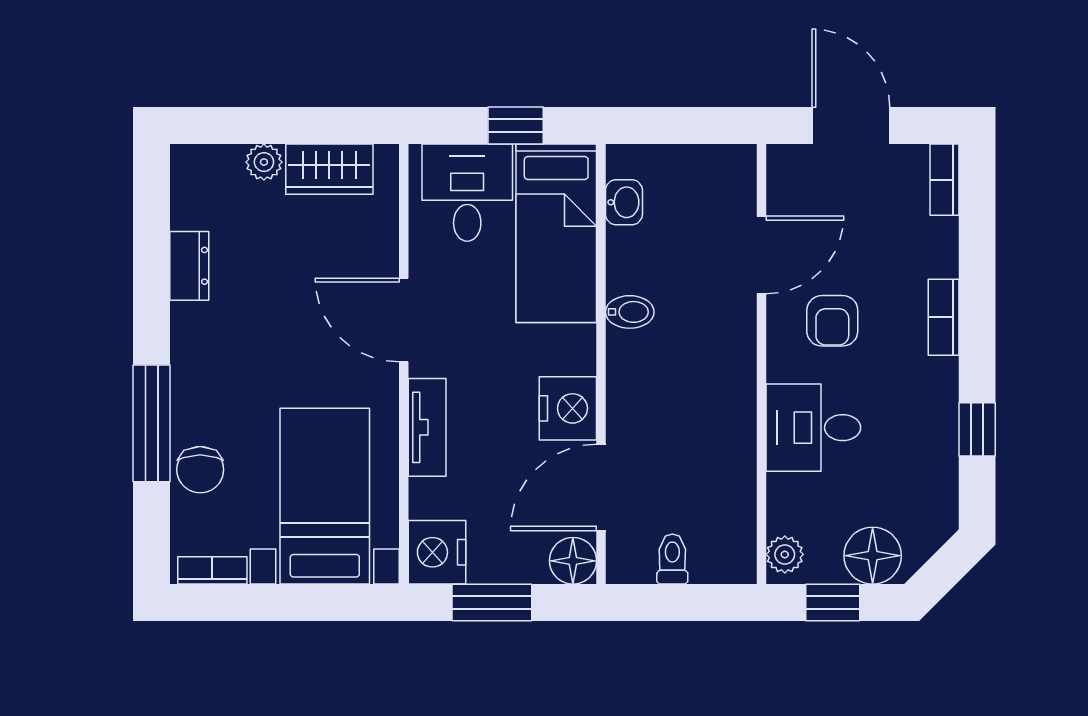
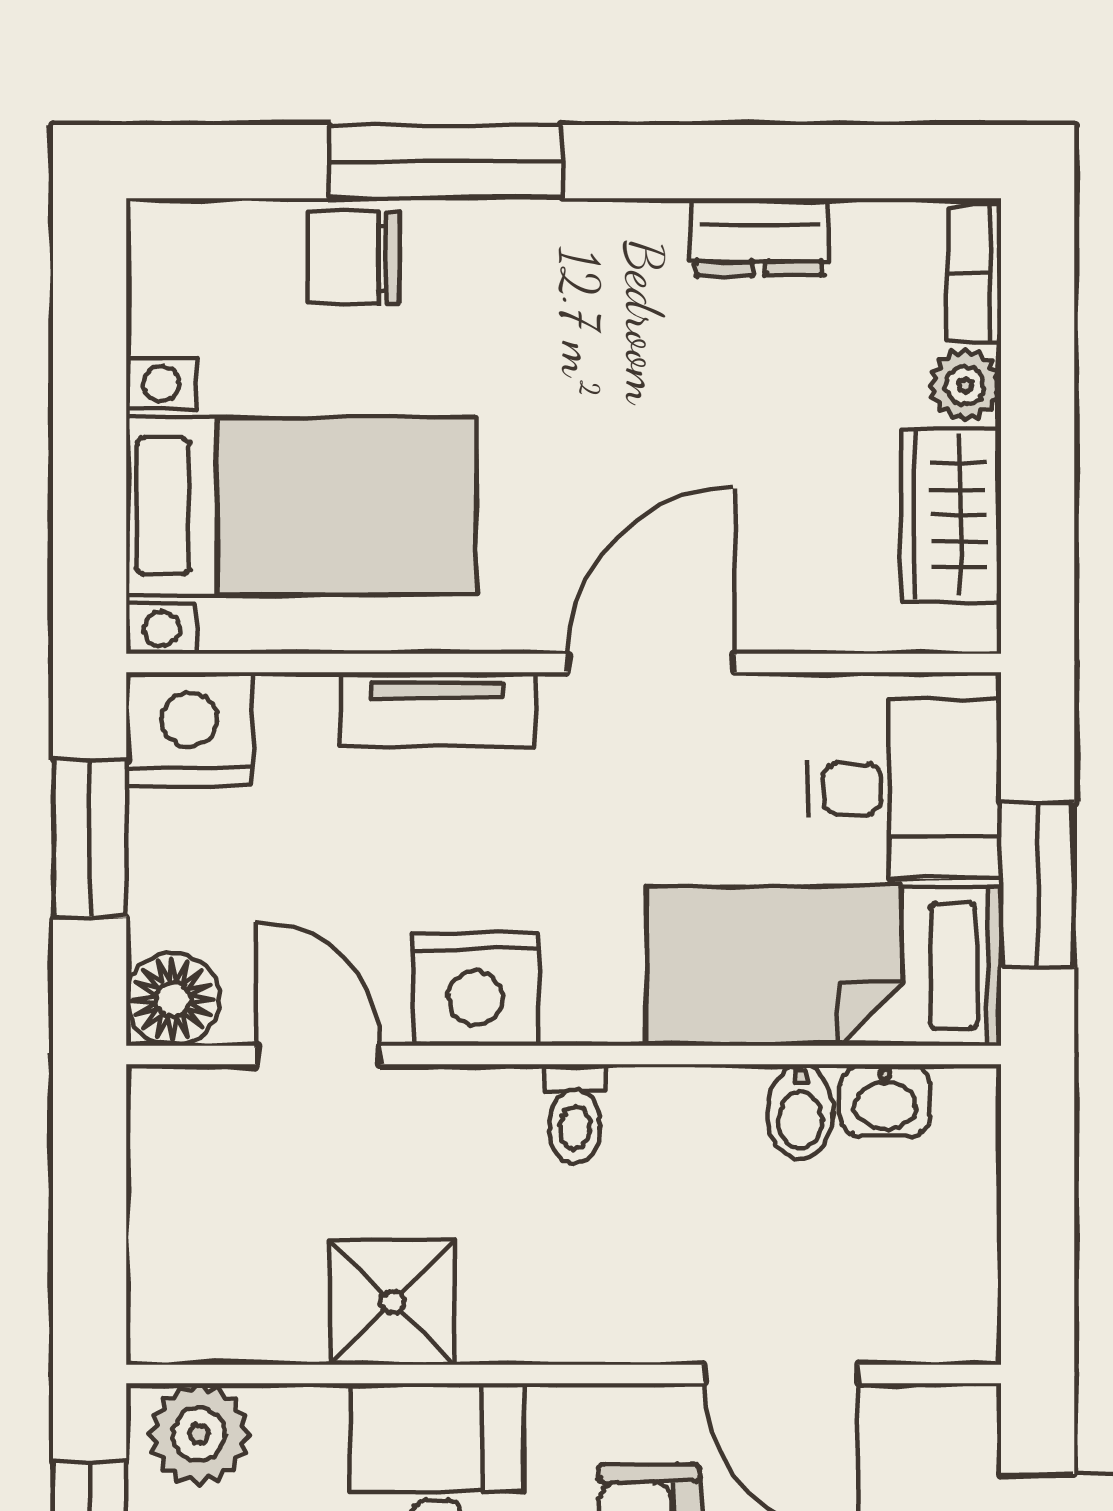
window: (516, 126) -> (1038, 885), width x1.50
bidet: (630, 312) -> (800, 1112), moved
shower: (725, 450) -> (392, 1302), added
door: (601, 488) -> (318, 1055), width x0.73
plant: (785, 554) -> (199, 1434), width x1.38, depth x1.38
toilet: (672, 559) -> (575, 1114), moved, turned 90
bookcase: (212, 570) -> (974, 273), moved, turned 180

